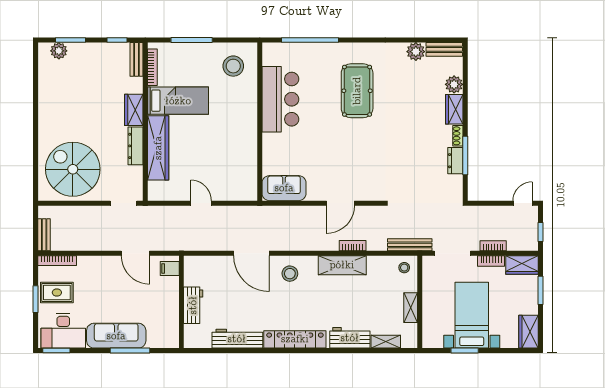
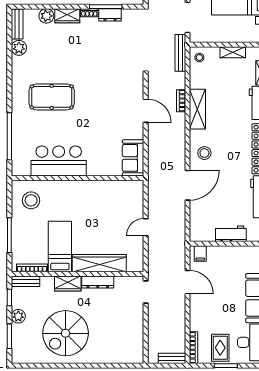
plant: (59, 51) -> (18, 316), moved
spiral stairs: (73, 169) -> (66, 333), moved
door: (135, 253) -> (187, 282), hinge flipped

